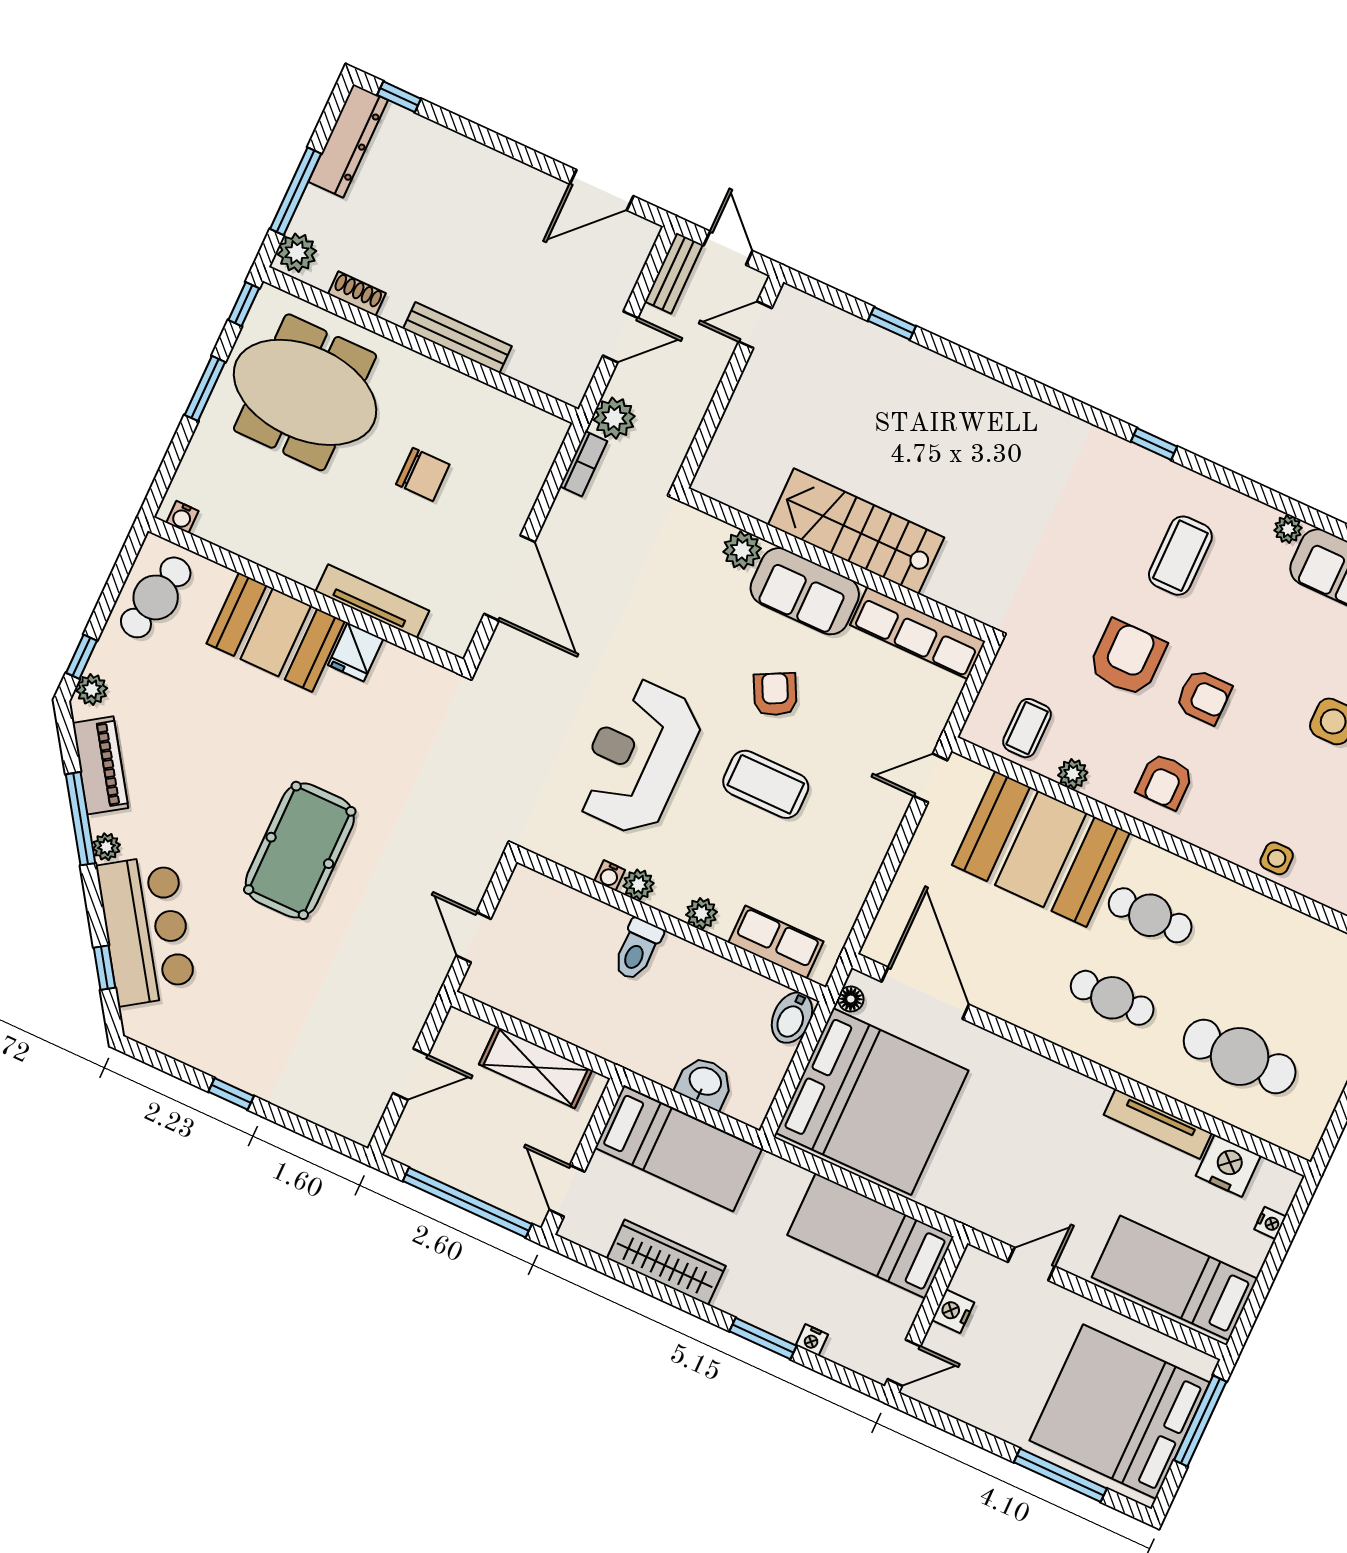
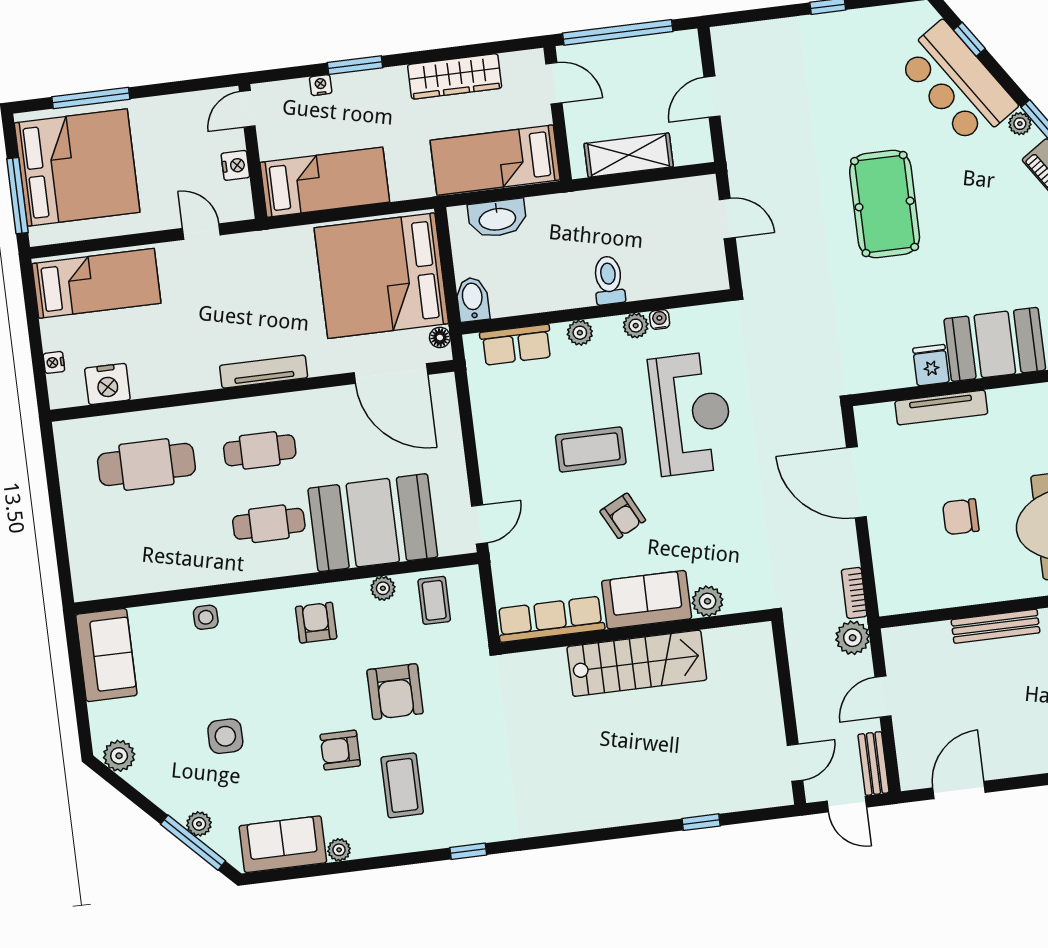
armchair: (1204, 697) -> (340, 750), moved
washbasin: (705, 1082) -> (497, 218), width x1.38
tv unit: (1158, 1124) -> (264, 372), moved
door: (1031, 1264) -> (201, 232), swing flipped

